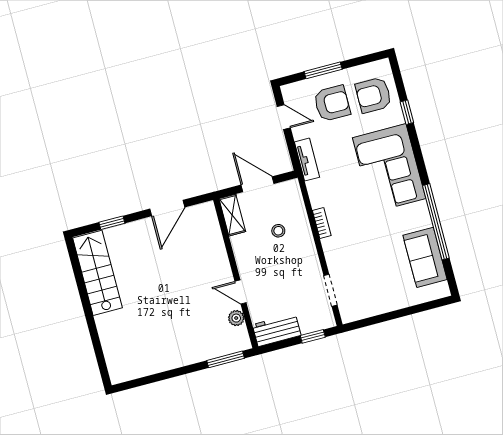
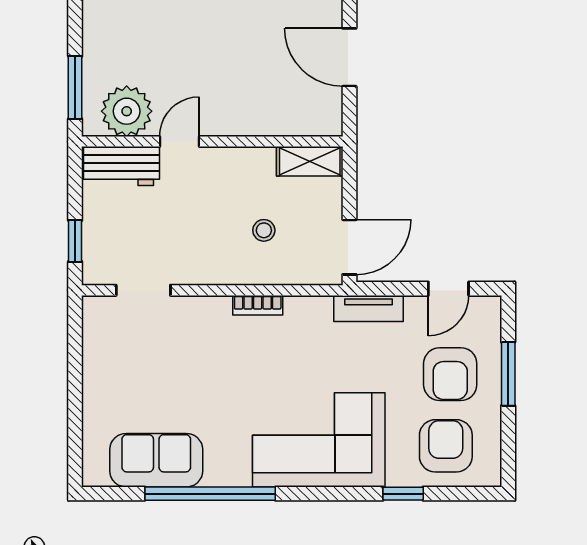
door: (257, 184) -> (349, 247), moved
plant: (236, 318) -> (127, 111), width x1.87, depth x1.87
workbench: (277, 330) -> (122, 166), moved, turned 90

